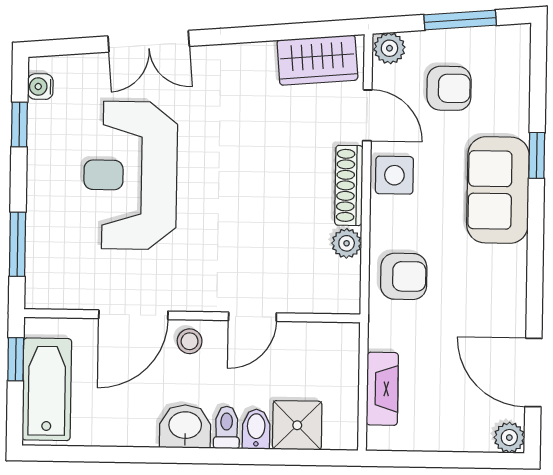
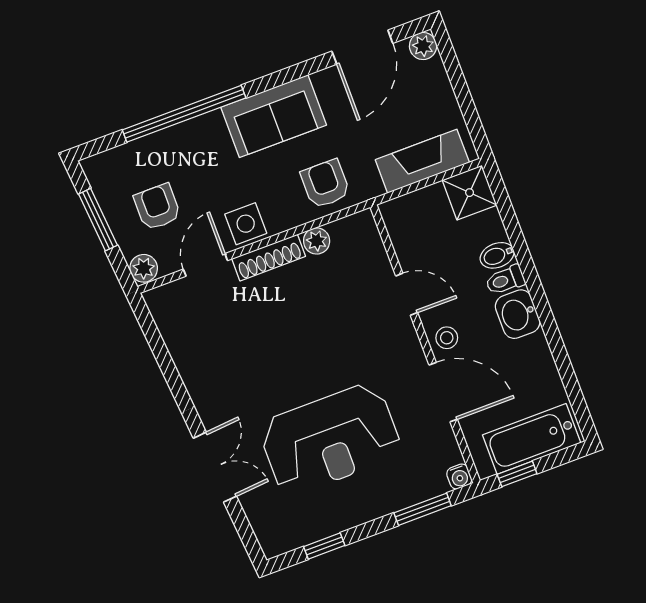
wardrobe: (317, 60) -> (176, 323), removed
water cooler: (40, 87) -> (459, 477), moved
window: (537, 155) -> (184, 114), width x3.17
sofa: (498, 190) -> (274, 116), moved
fireplace: (382, 389) -> (422, 161), width x1.37, depth x1.32
shower: (297, 425) -> (470, 193), moved

